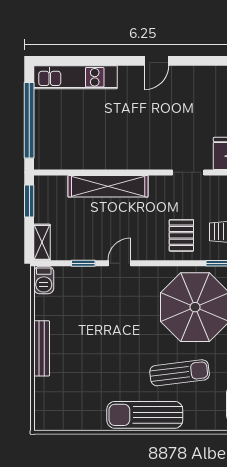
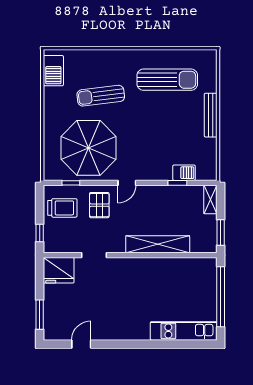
door: (156, 61) -> (81, 344), moved
door: (119, 263) -> (127, 183), moved
barbecue: (44, 280) -> (184, 173), moved, turned 90
sun lounger: (145, 415) -> (167, 80), moved

